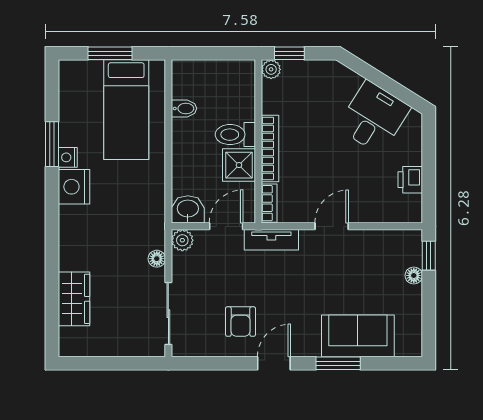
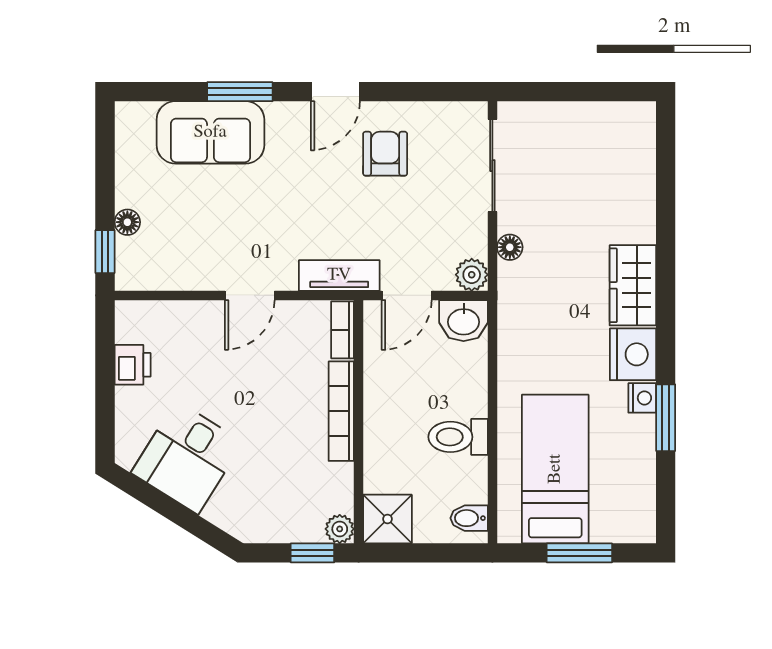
bidet: (184, 108) -> (469, 518), moved
toilet: (235, 135) -> (458, 437), moved, turned 180
shower: (239, 165) -> (387, 519), moved
wardrobe: (74, 299) -> (633, 285), moved

